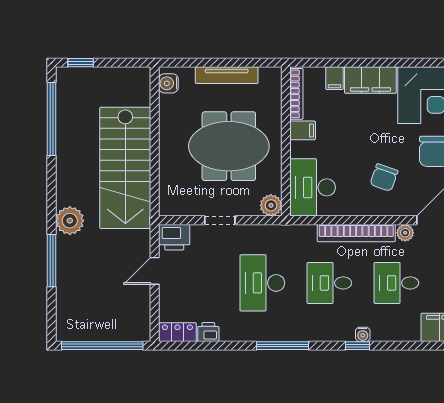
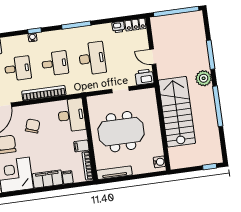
tv unit: (227, 75) -> (114, 173), moved
window: (52, 119) -> (218, 106), moved
plant: (271, 205) -> (93, 102), removed
plant: (405, 233) -> (17, 97), removed
door: (155, 271) -> (153, 57), swing flipped

